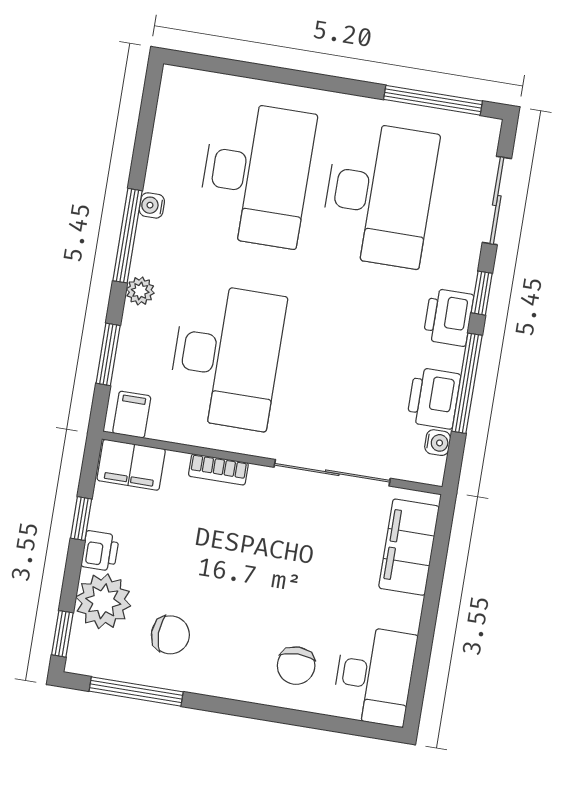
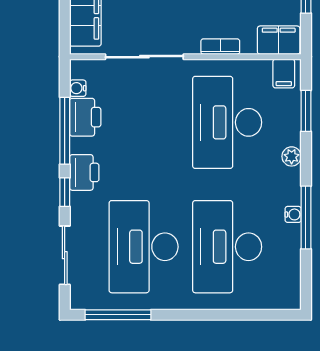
window: (128, 236) -> (306, 218), moved

